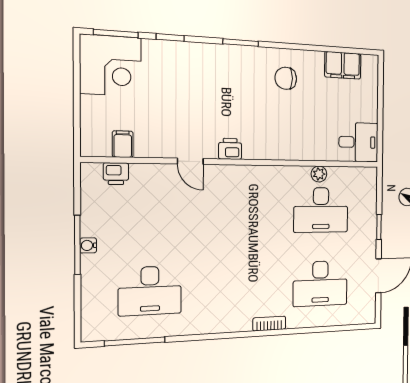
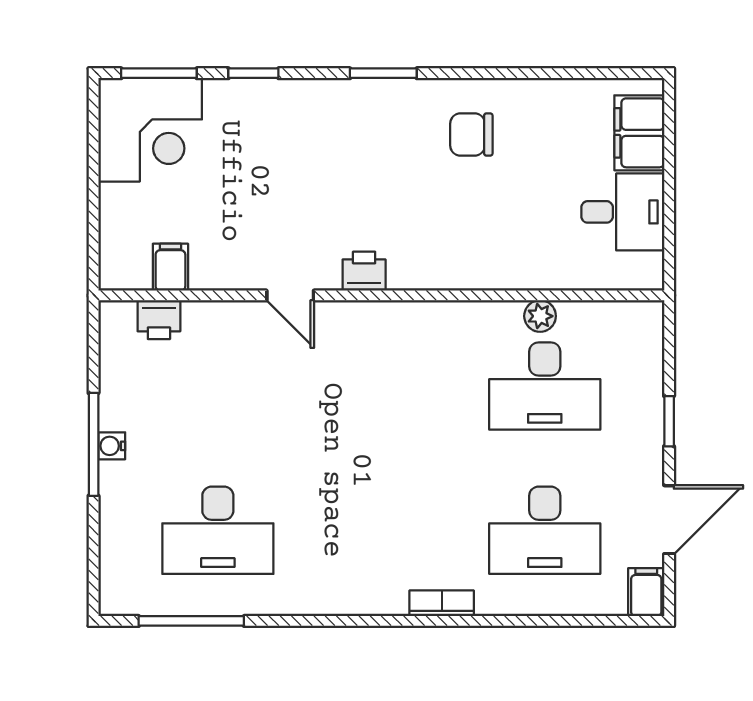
filing cabinet: (343, 65) -> (639, 133), moved, turned 90
desk: (359, 142) -> (623, 212), moved
filing cabinet: (368, 312) -> (646, 592), added

